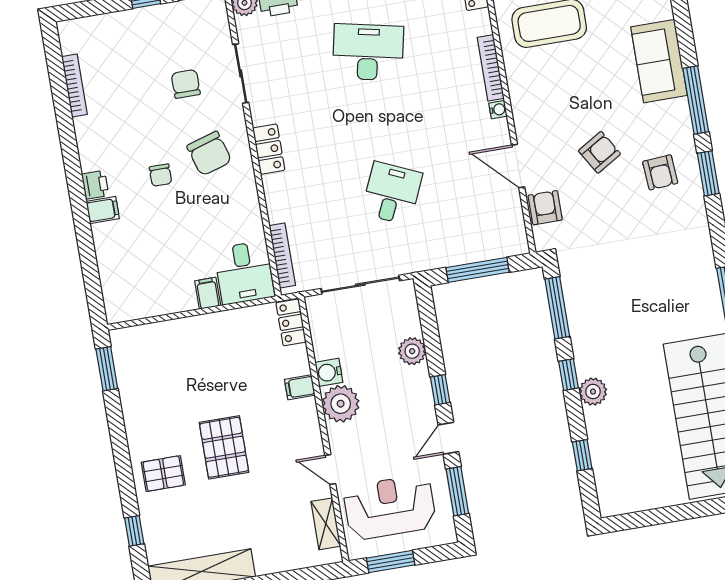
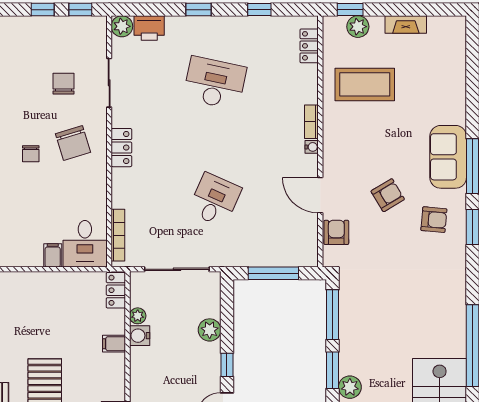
sofa: (659, 61) -> (448, 157), moved
bookcase: (491, 68) -> (311, 122), width x0.64
armchair: (660, 172) -> (434, 220), turned -81
window: (569, 375) -> (332, 370), width x1.50
plant: (341, 404) -> (138, 316), moved, width x0.53, depth x0.53

